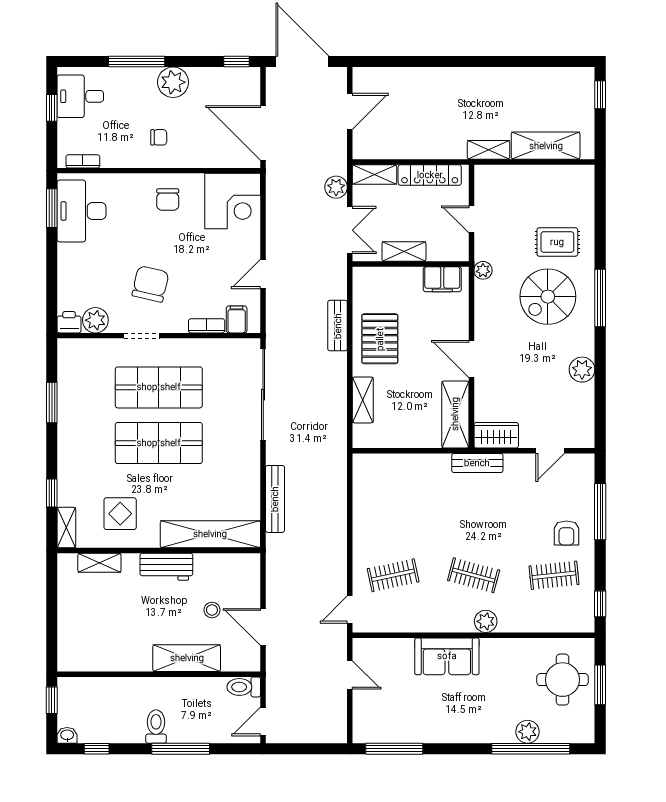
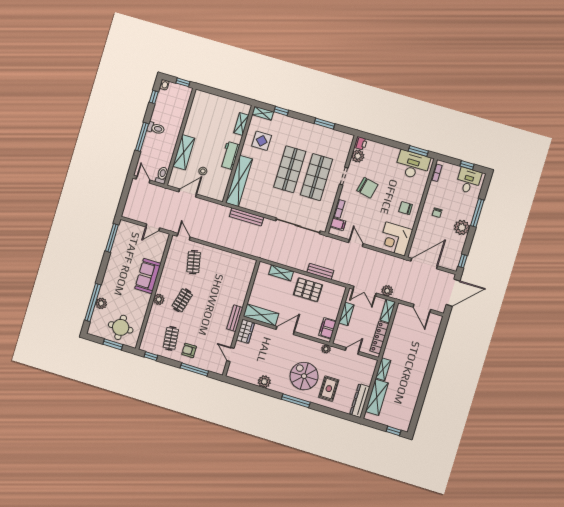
dresser: (562, 176) -> (360, 401), added

